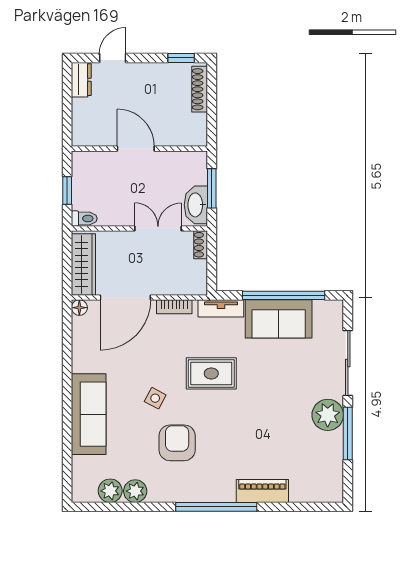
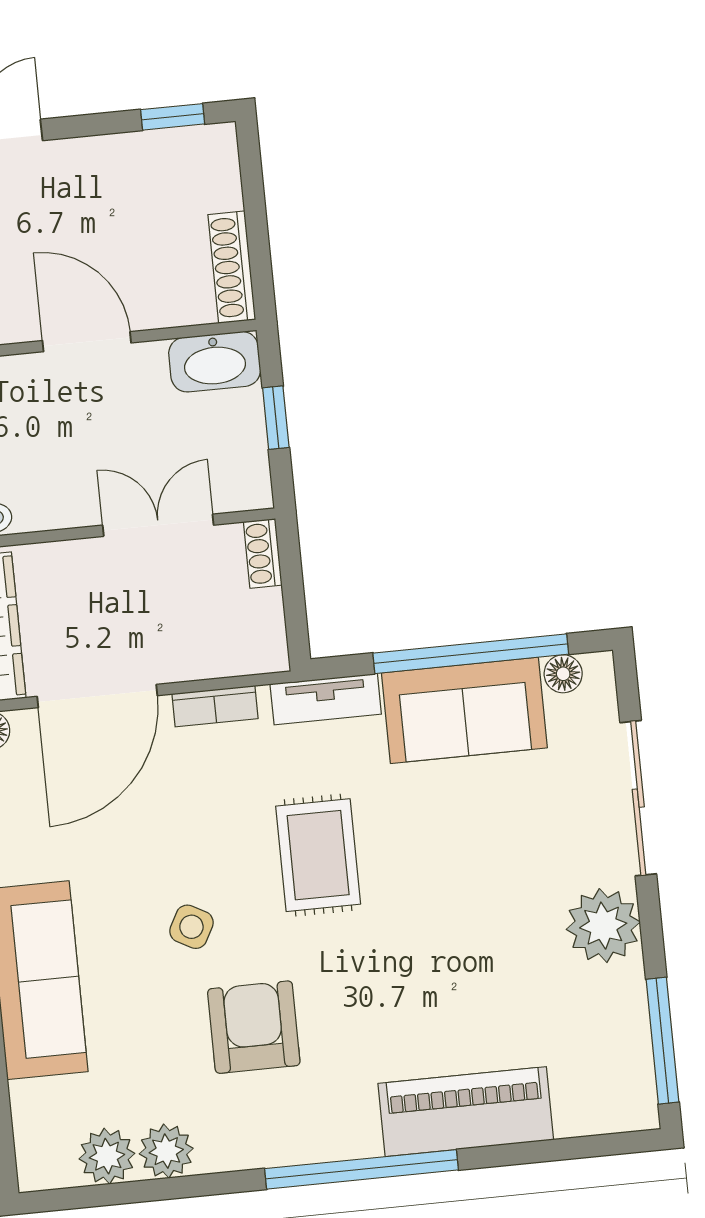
shoe rack: (200, 89) -> (232, 267), moved
window: (212, 188) -> (276, 418), width x0.67
washbasin: (196, 205) -> (215, 362), moved, turned -90
floor lamp: (321, 308) -> (563, 674), added
rug: (211, 373) -> (318, 855), turned 90
window: (348, 434) -> (662, 1041), moved
piano: (262, 491) -> (466, 1112), width x1.37, depth x1.33

